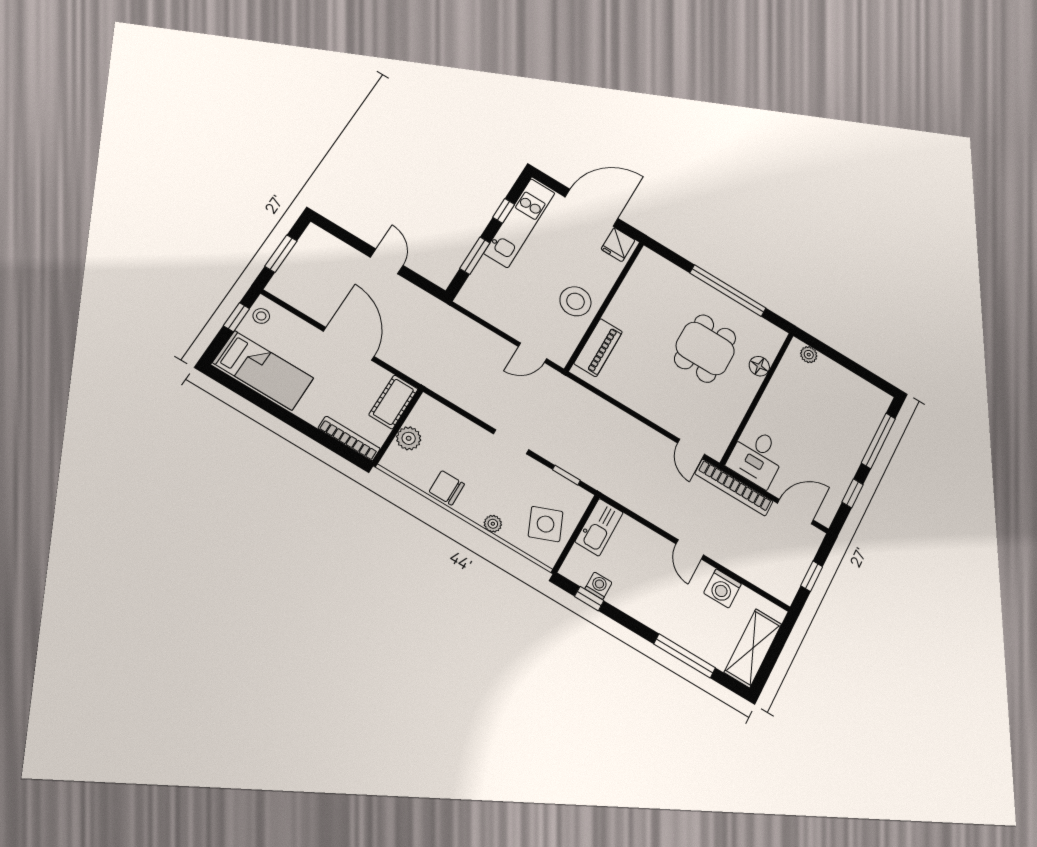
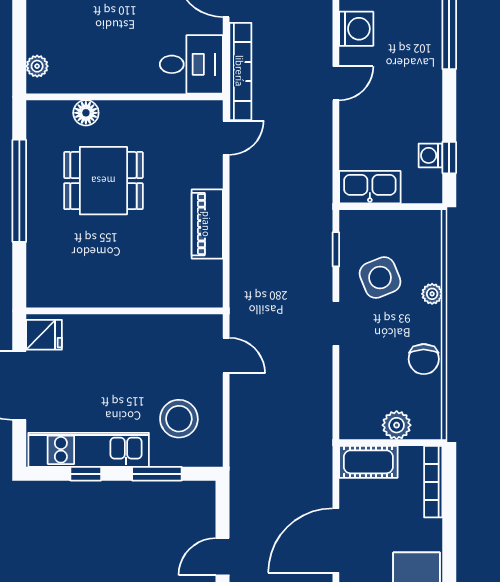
stool: (575, 301) -> (179, 419), moved
piano: (598, 348) -> (207, 224), moved, turned -90
side table: (546, 524) -> (380, 278), moved

